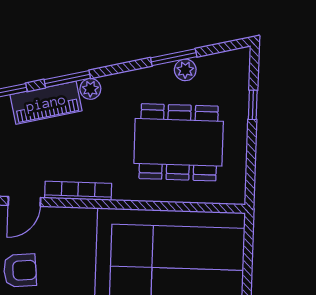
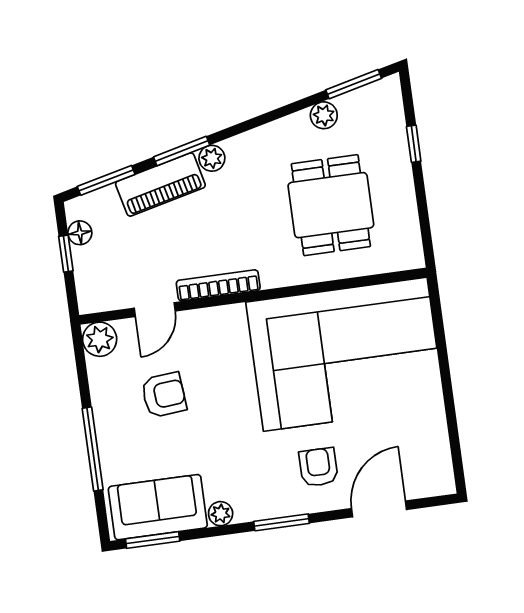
window: (174, 57) -> (354, 84), moved
dining table: (179, 142) -> (331, 205), width x0.73

